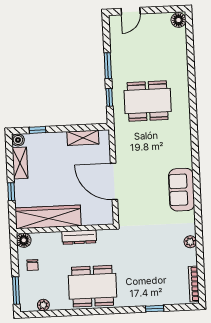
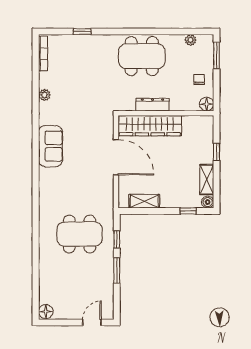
wardrobe: (48, 217) -> (150, 126), moved

